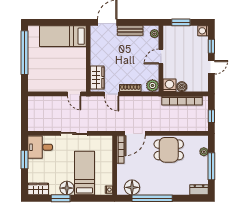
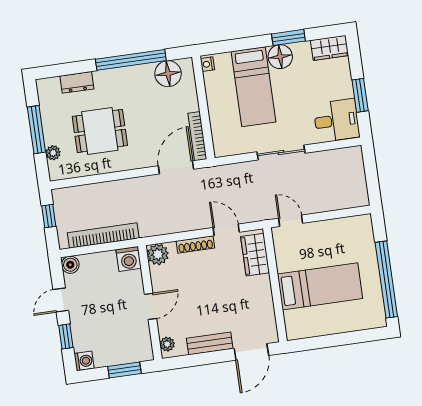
bed: (63, 36) -> (320, 286), moved
boiler: (182, 87) -> (70, 265), moved
dining table: (169, 150) -> (100, 131), moved
dresser: (199, 190) -> (77, 82), moved

